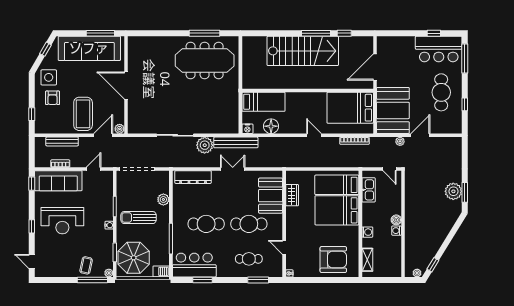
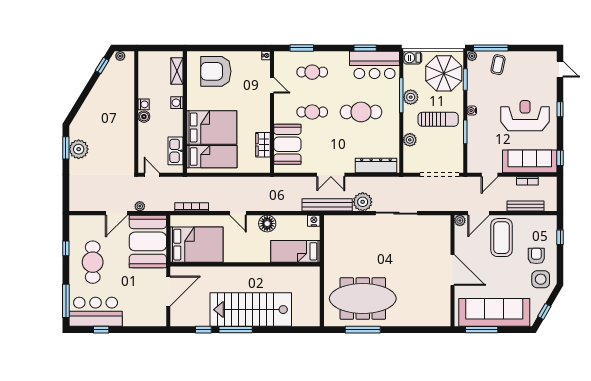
floor lamp: (271, 126) -> (267, 224), moved
cafe table: (249, 224) -> (312, 112), width x0.73, depth x0.74
plant: (163, 237) -> (411, 97), added

